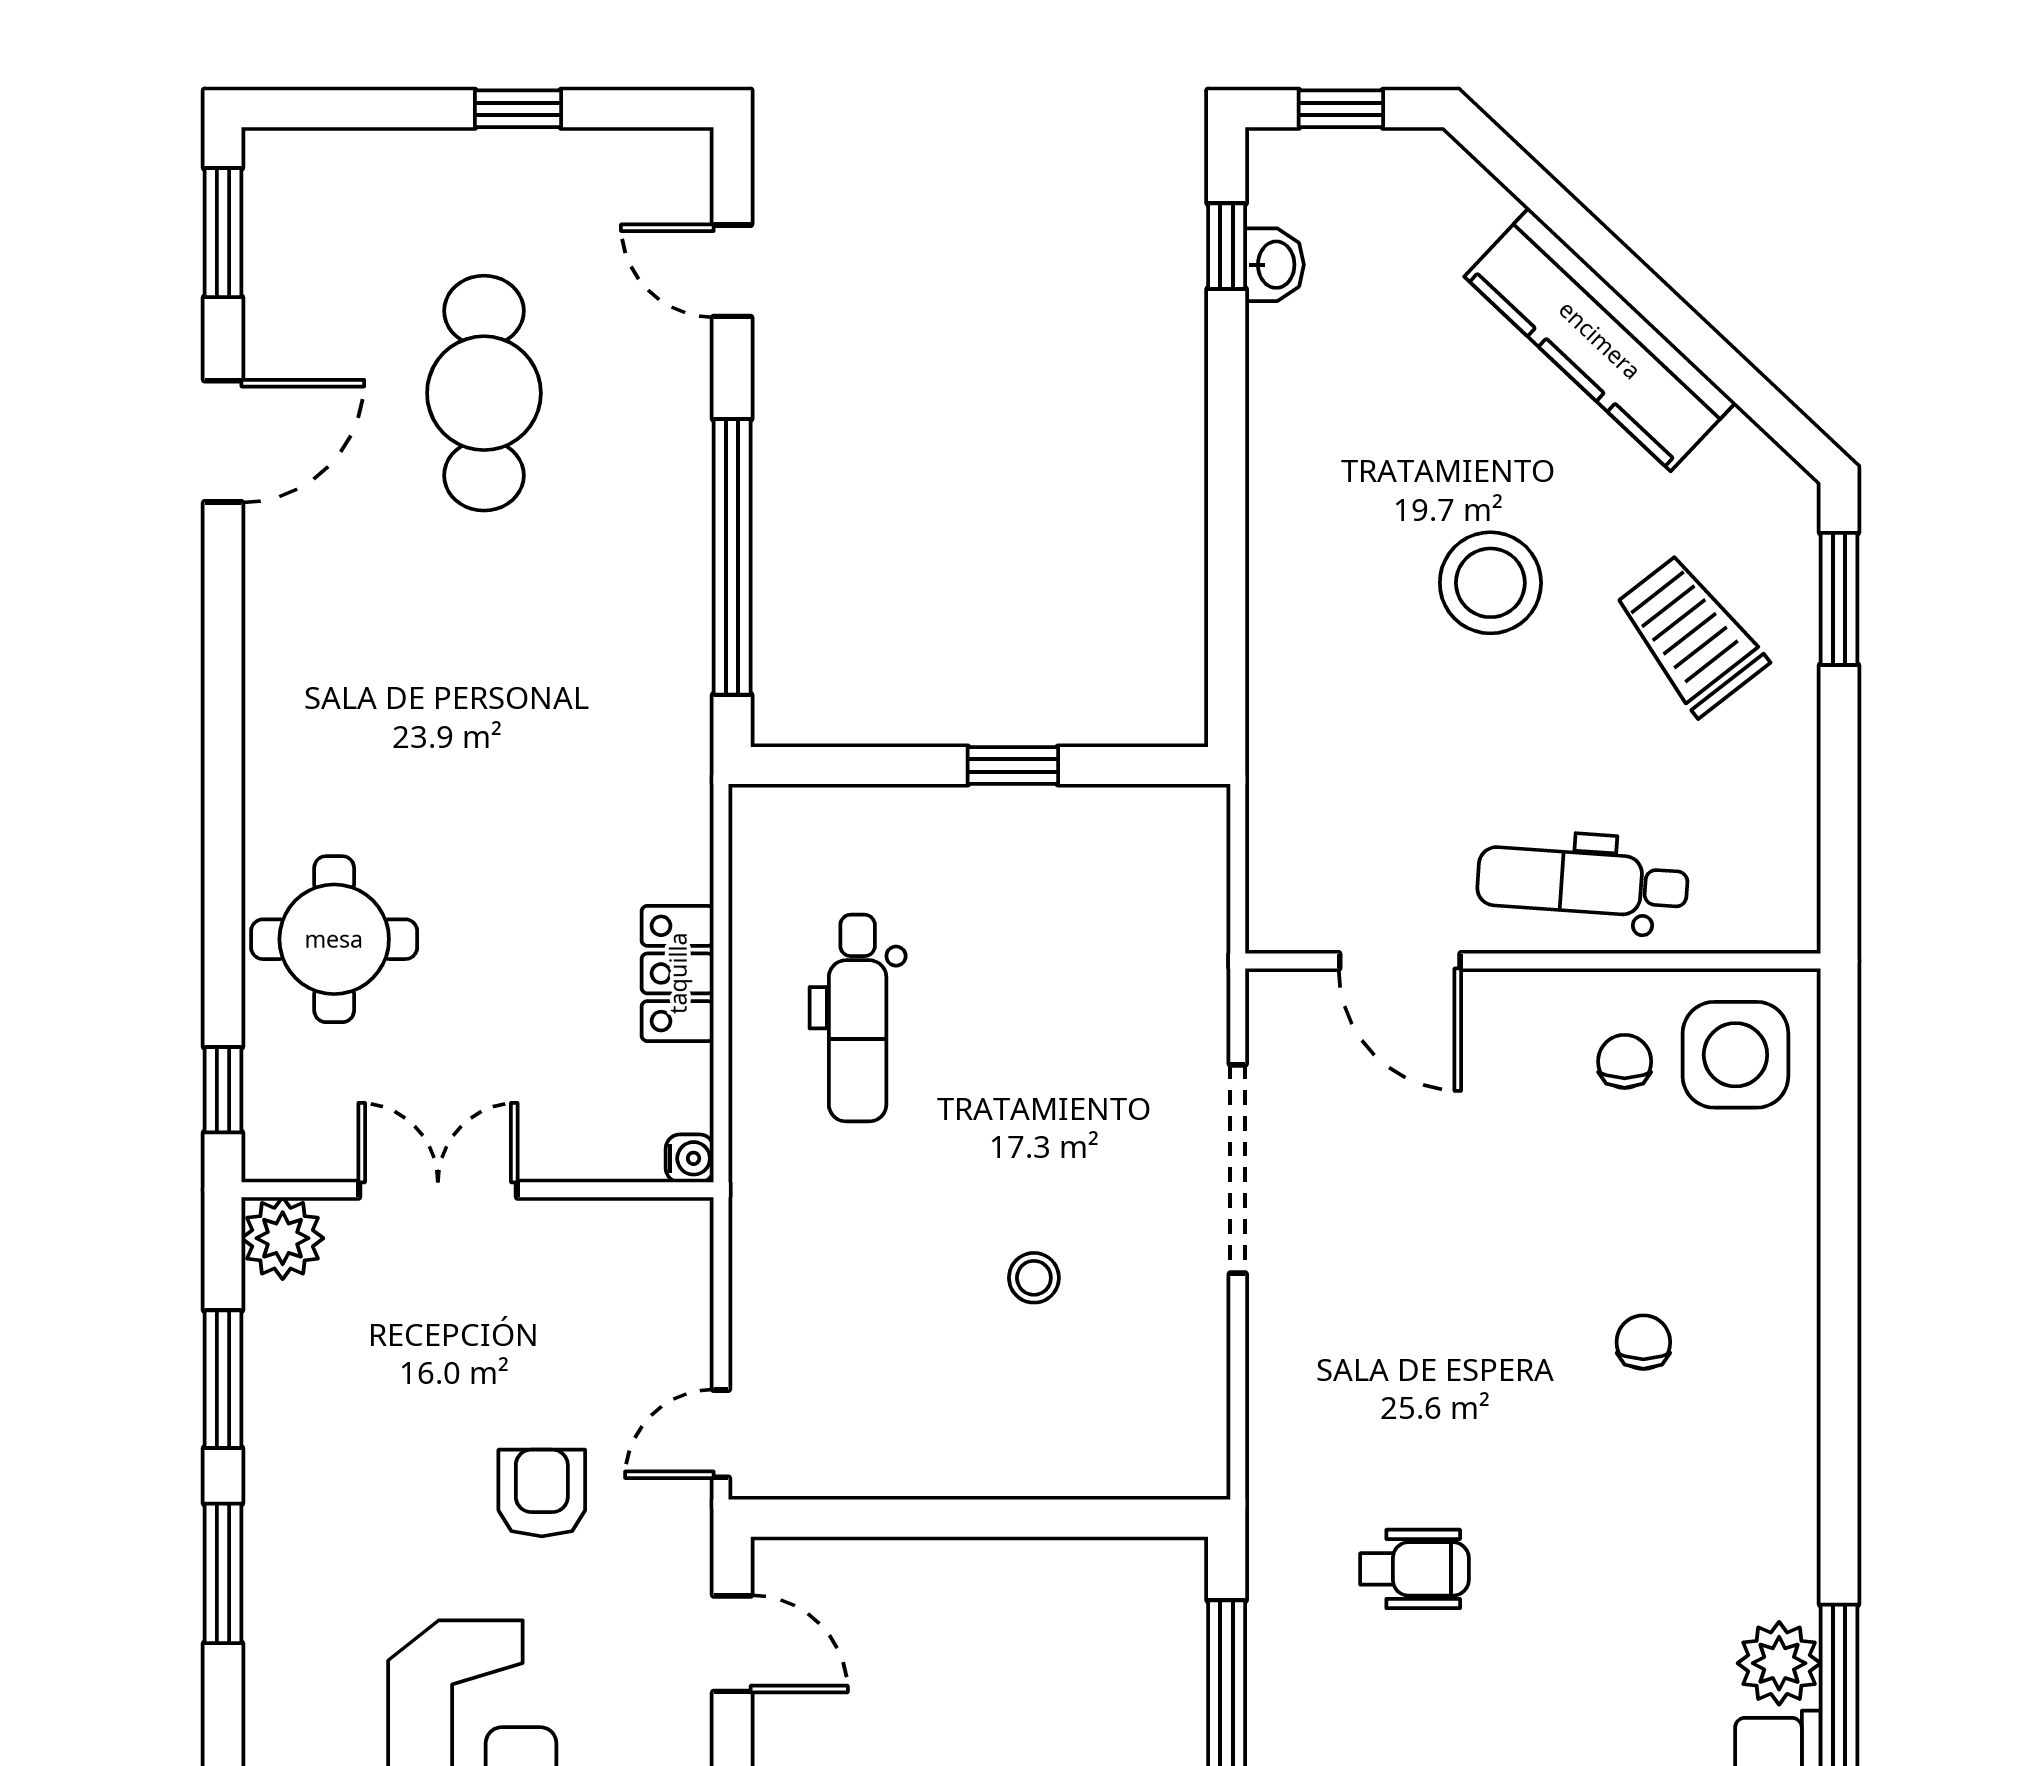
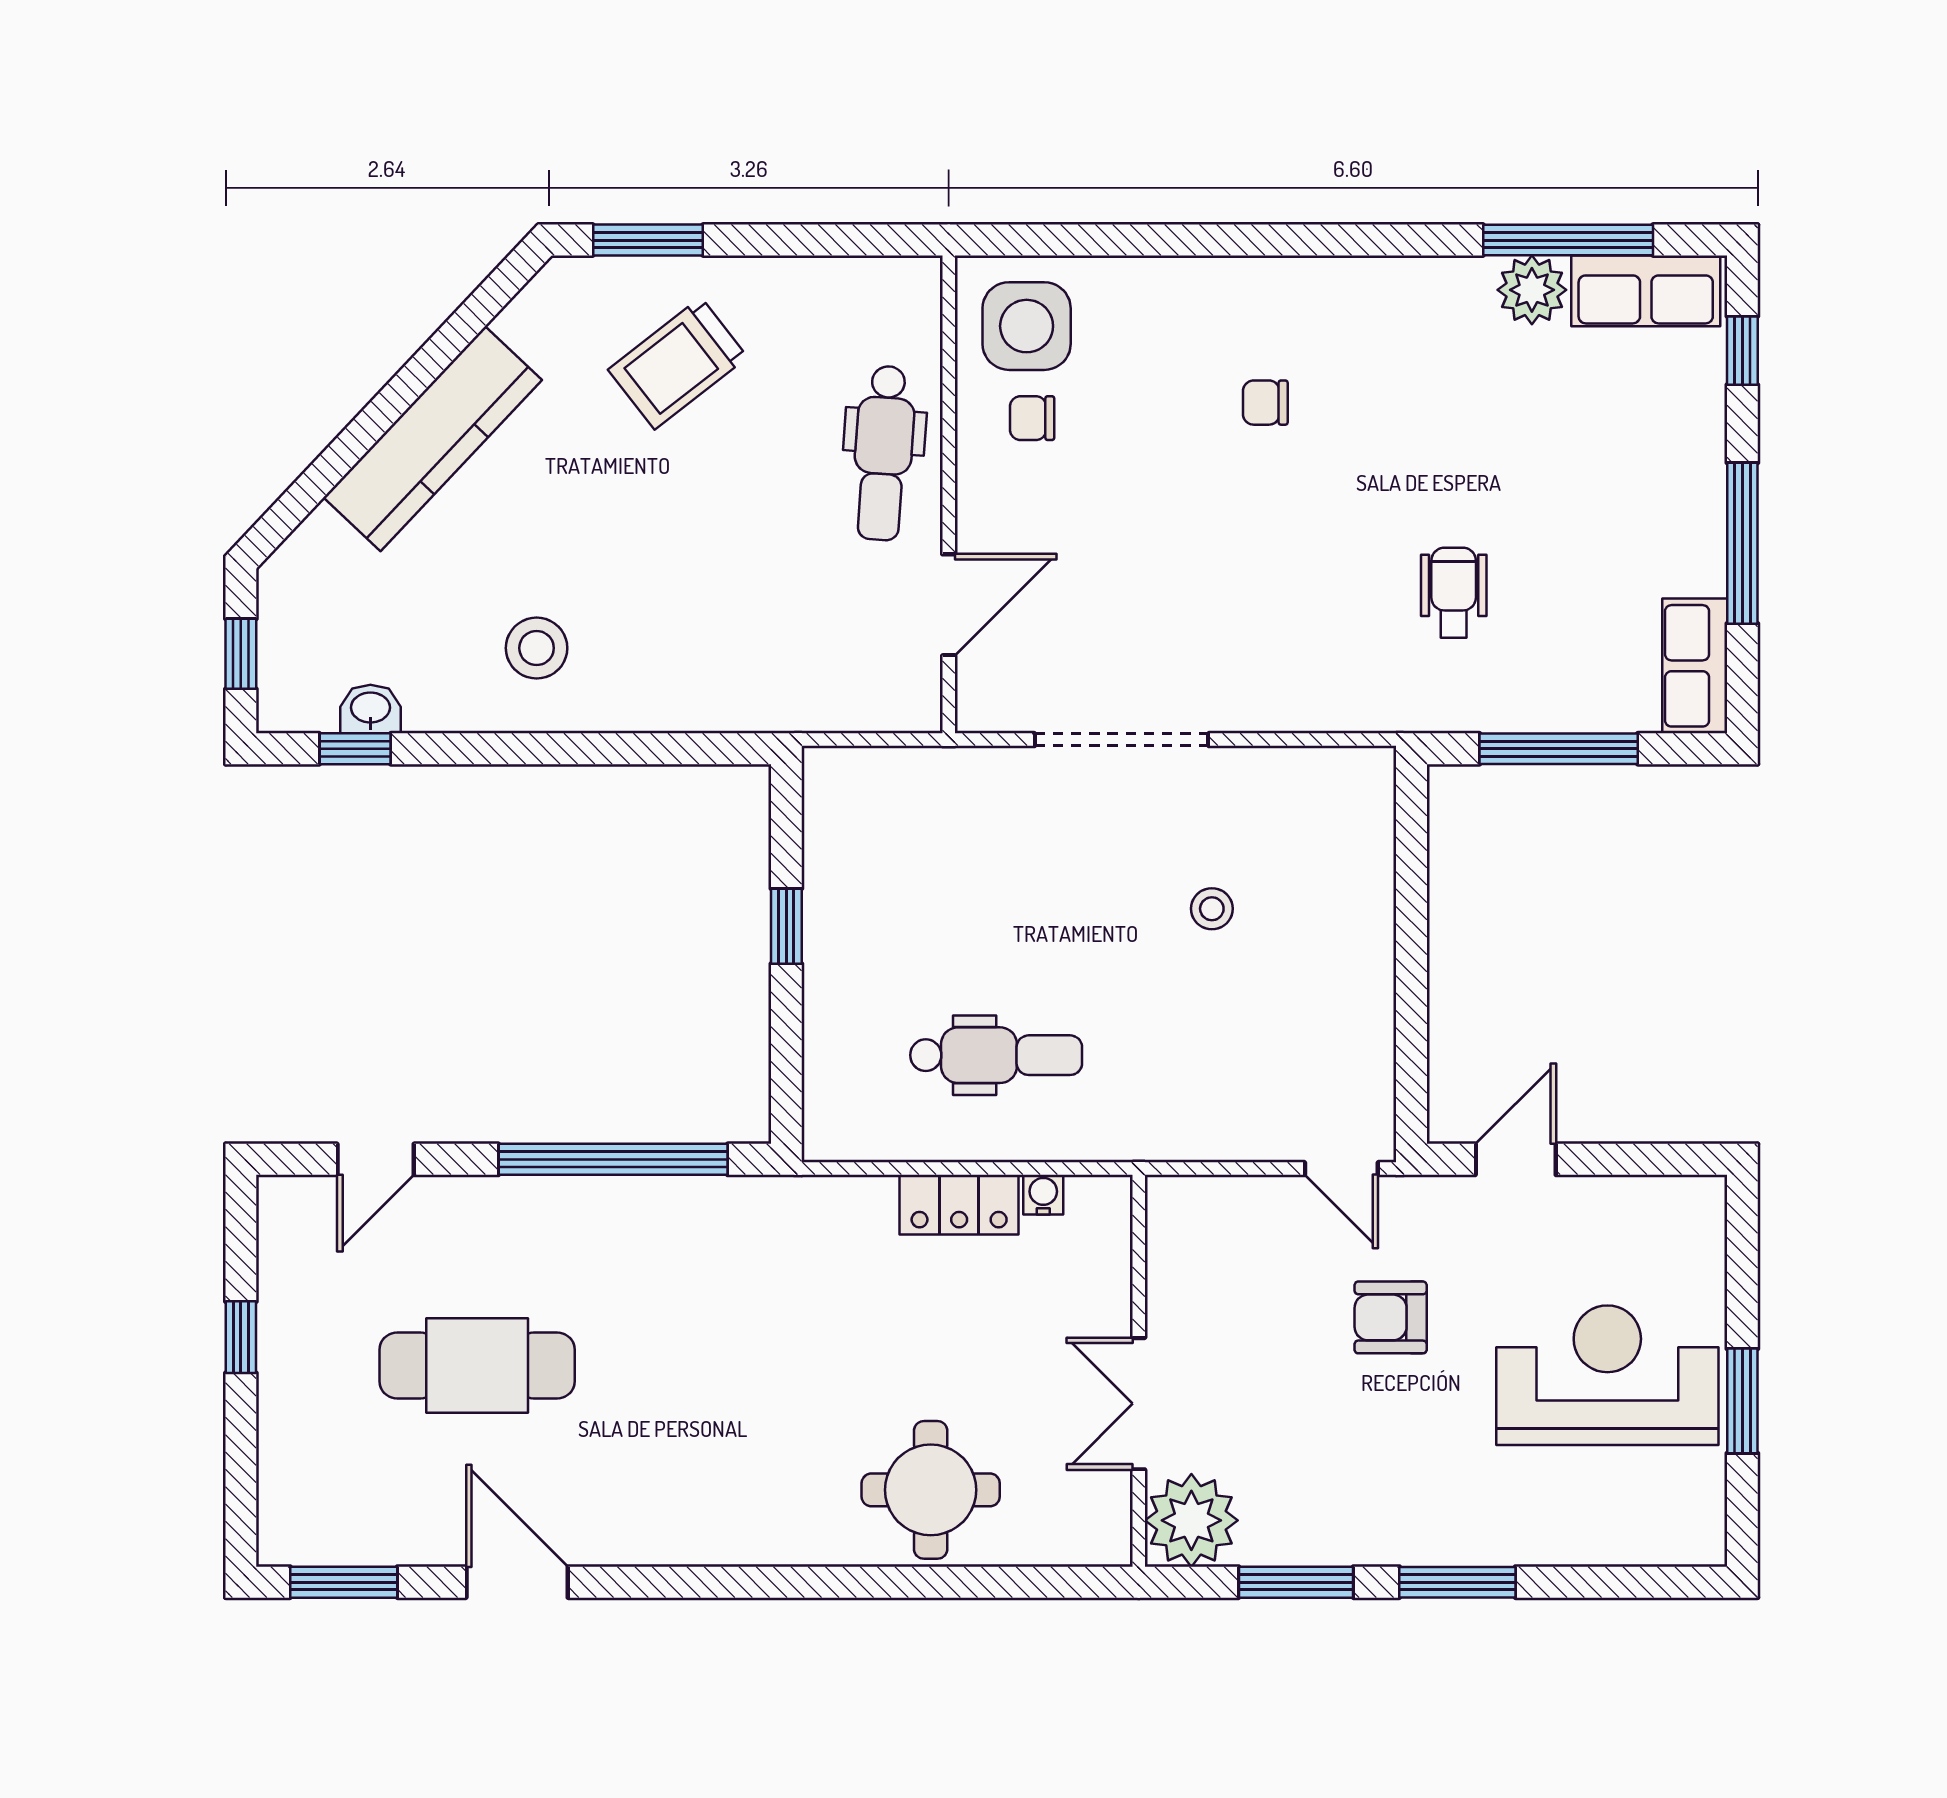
stool: (1490, 583) -> (537, 648), moved, width x0.73, depth x0.73
window: (223, 1090) -> (1056, 1582), removed
water cooler: (690, 1158) -> (1043, 1195), moved
plant: (283, 1238) -> (1191, 1520), width x1.36, depth x1.36

